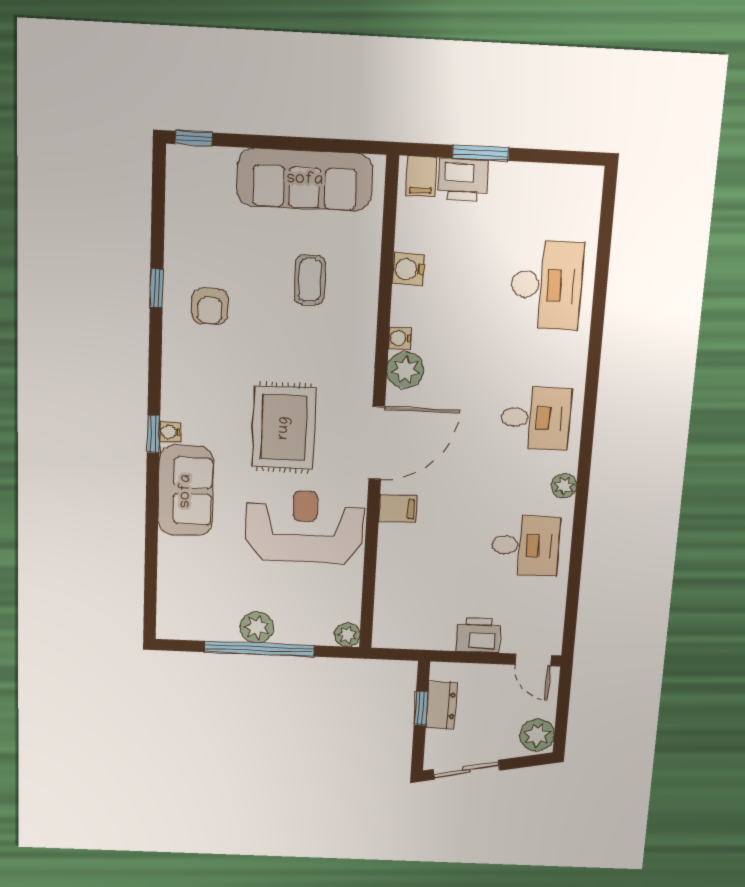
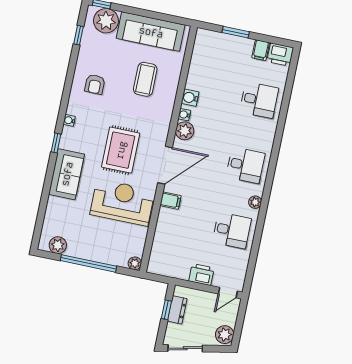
plant: (209, 172) -> (106, 21), added
filing cabinet: (421, 177) -> (261, 50), moved
printer: (463, 179) -> (280, 55), moved
water cooler: (408, 269) -> (190, 98), moved
coffee table: (310, 280) -> (145, 79), width x1.36, depth x1.30
desk: (547, 285) -> (259, 100), width x0.73
window: (157, 288) -> (79, 35), moved
water cooler: (170, 432) -> (69, 120), moved
plant: (257, 627) -> (58, 245), moved
door: (533, 660) -> (228, 293), hinge flipped

